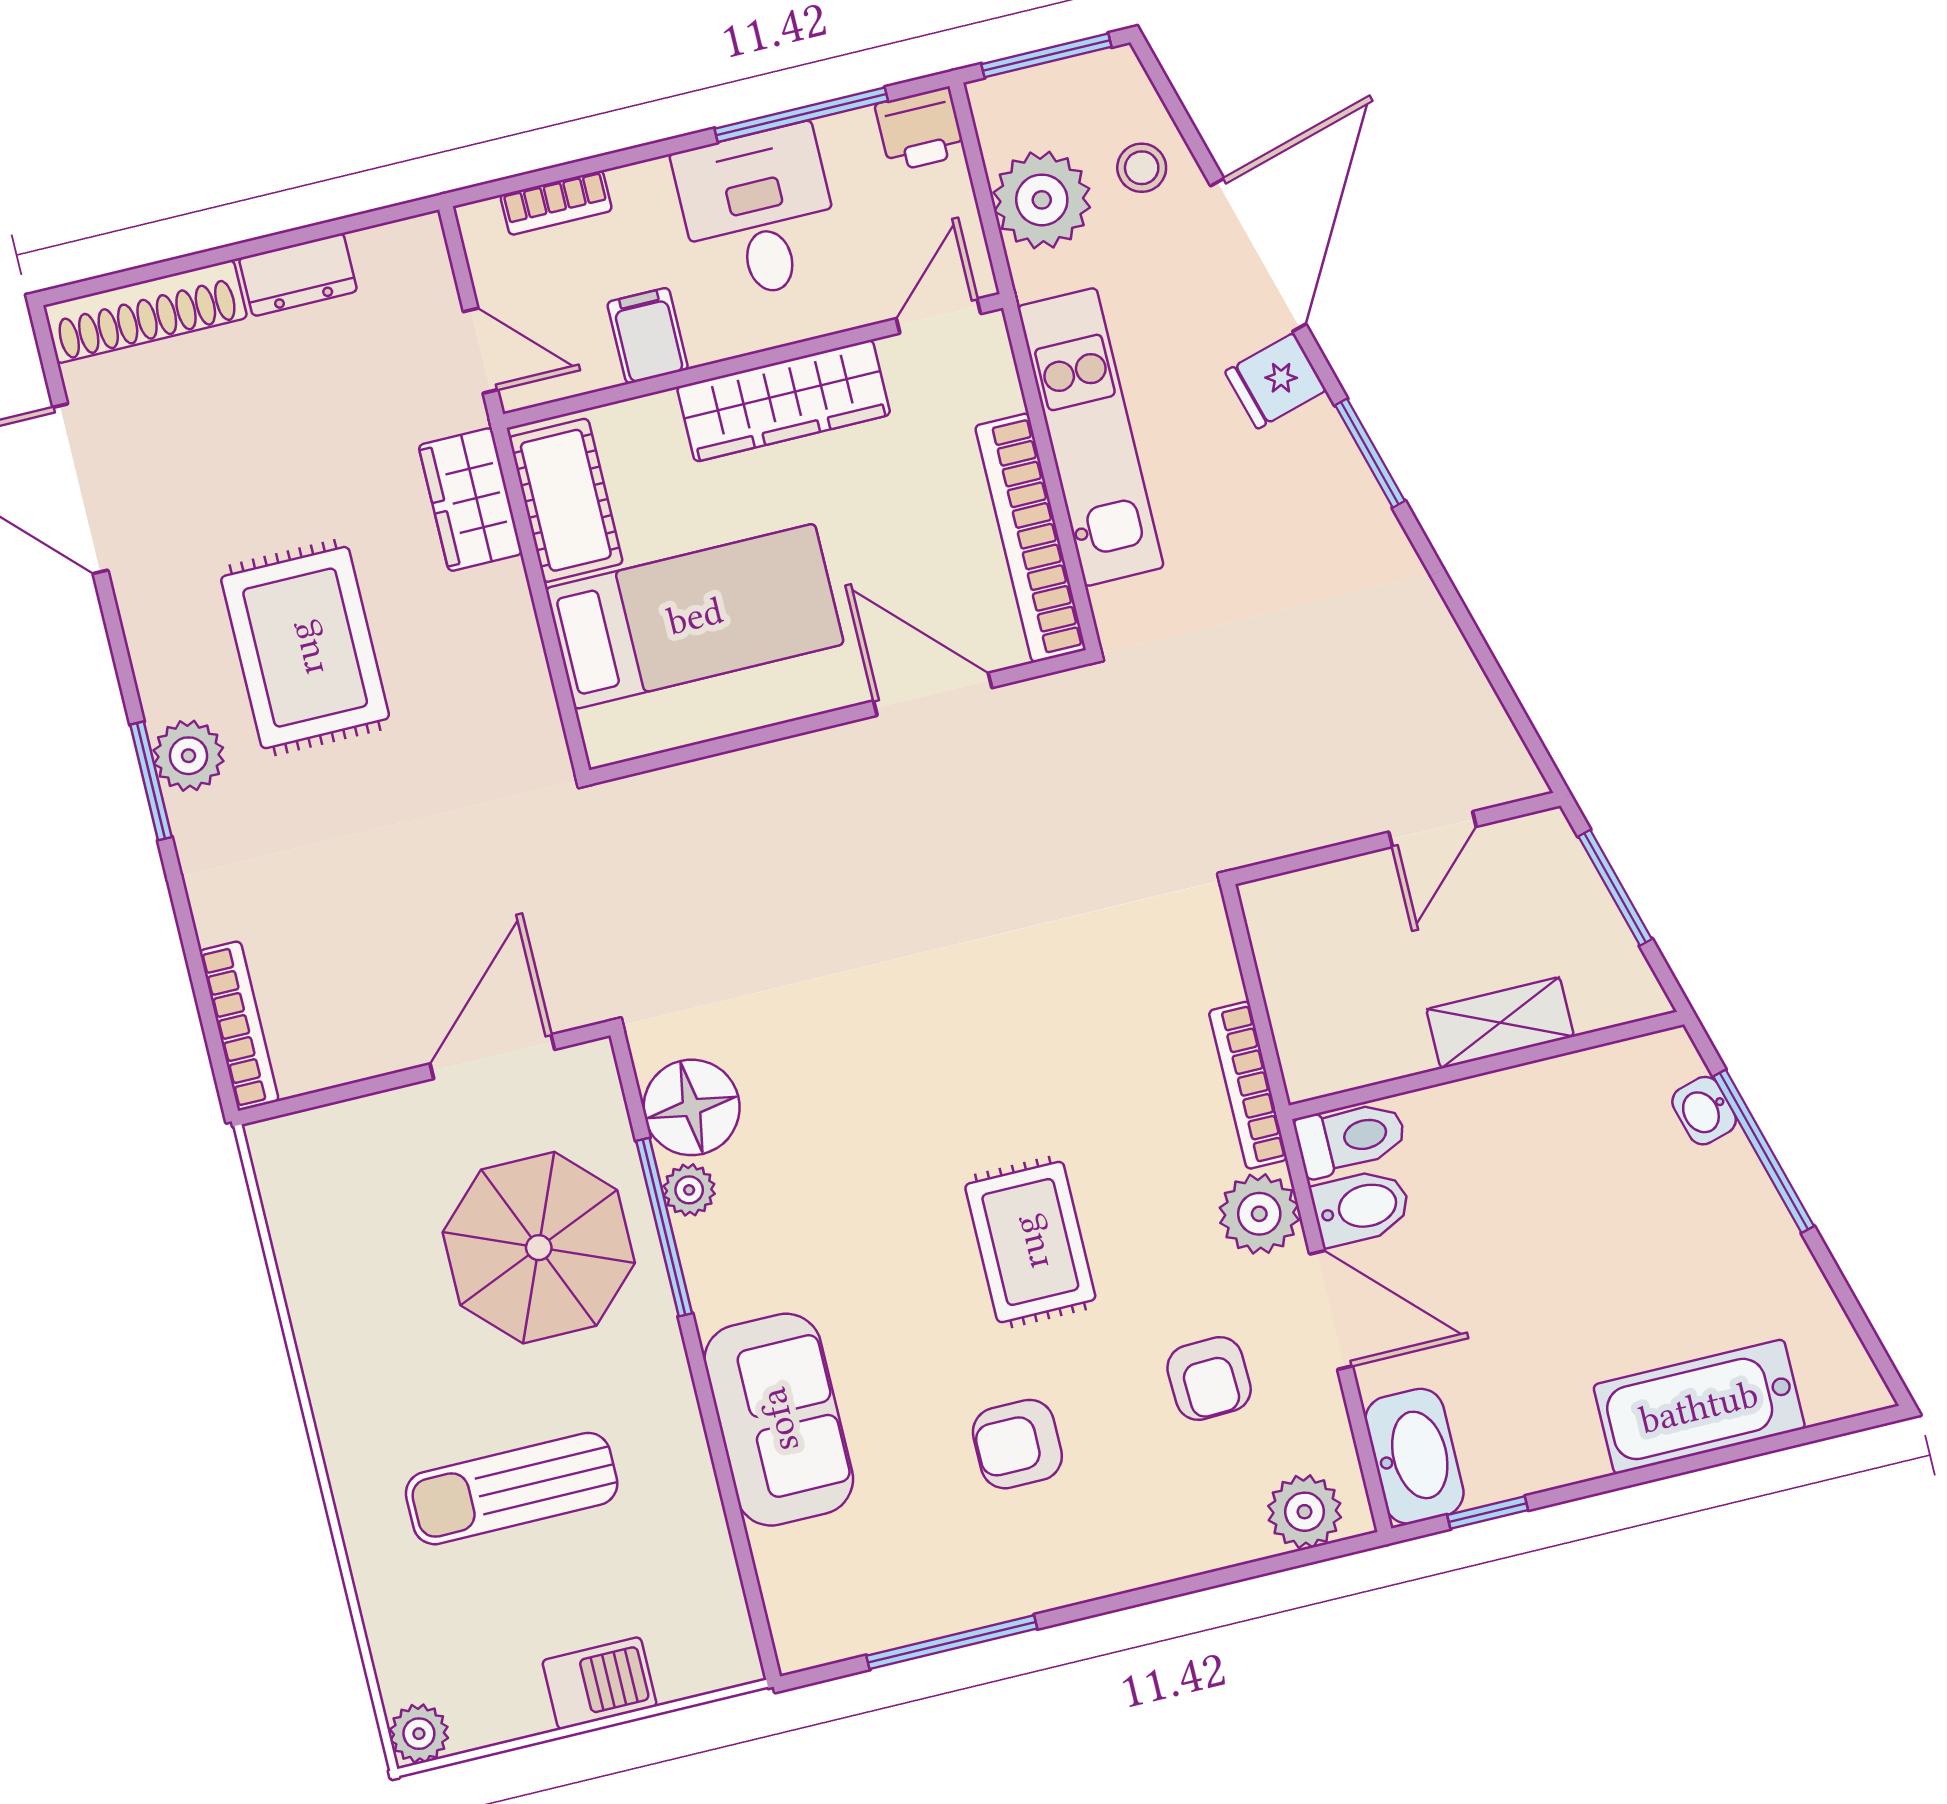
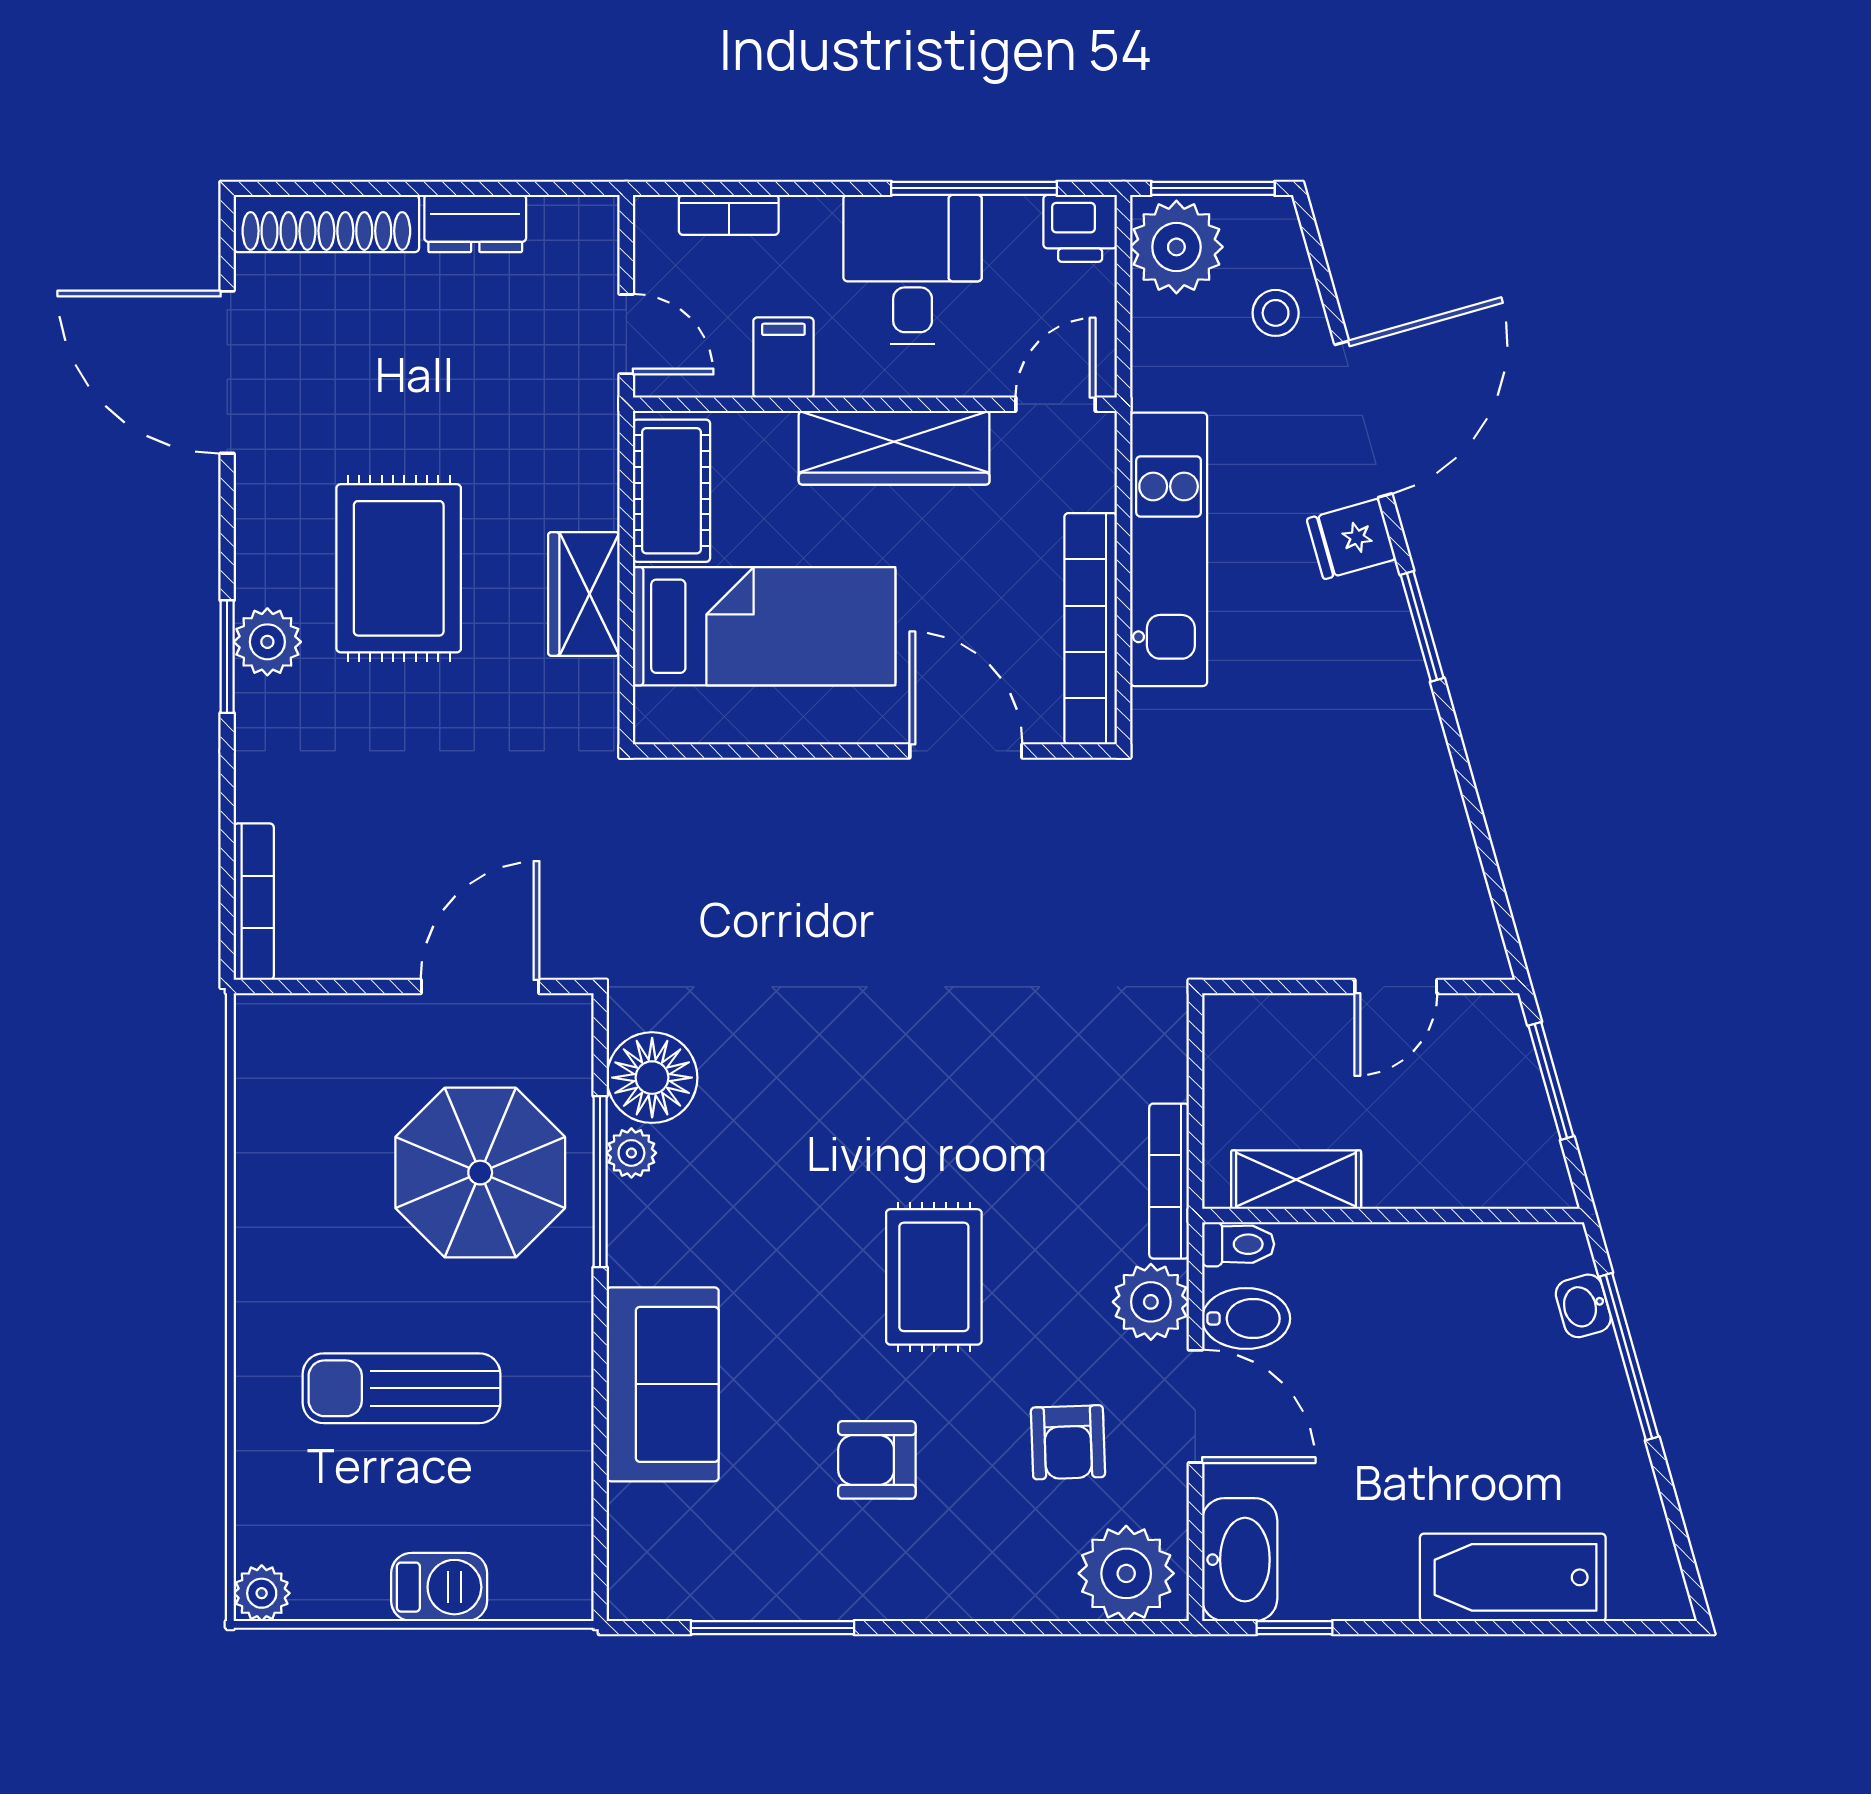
plant: (1042, 200) -> (1176, 247), moved
wardrobe: (470, 500) -> (584, 594), moved
shelving: (1500, 1023) -> (1296, 1180), moved
toilet: (1351, 1138) -> (1238, 1244), width x0.73, depth x0.72
plant: (1305, 1512) -> (1126, 1573), width x1.36, depth x1.36

